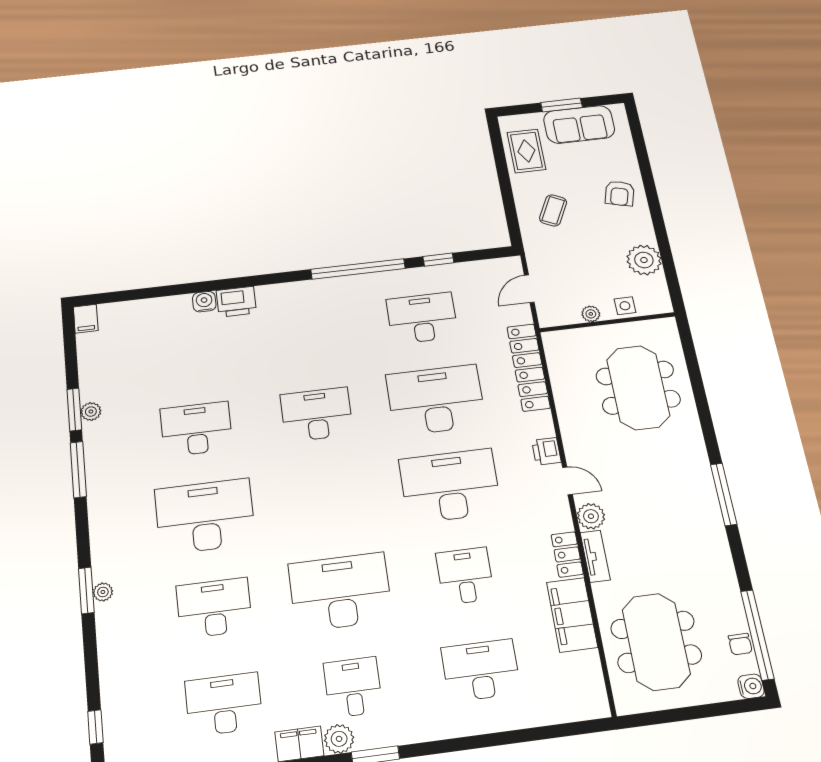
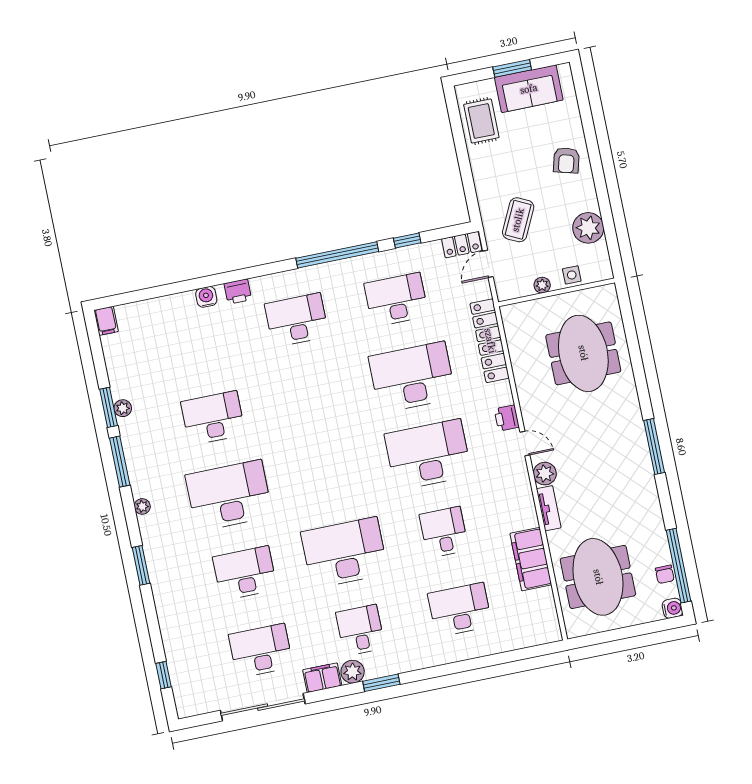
coffee table: (553, 210) -> (518, 220), moved, width x1.36, depth x1.30
printer: (236, 302) -> (238, 292), width x0.73, depth x0.81
desk: (317, 414) -> (297, 320), moved
locker: (567, 554) -> (462, 245), moved, turned -90
plant: (103, 592) -> (142, 506), moved

